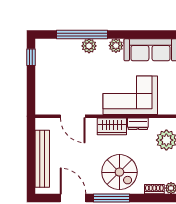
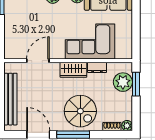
door: (73, 116) -> (38, 61), swing flipped

